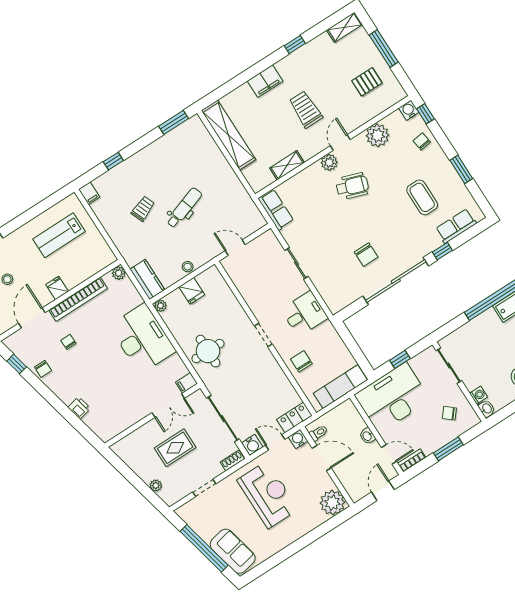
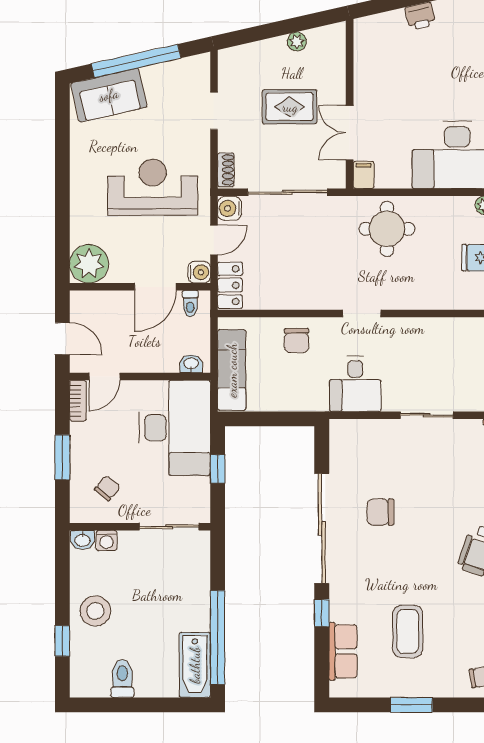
coffee table: (422, 197) -> (408, 631), turned 90
chair: (301, 361) -> (296, 341), turned 90
washbasin: (367, 436) -> (191, 364), moved
rug: (175, 448) -> (290, 107), turned 90
plant: (156, 485) -> (297, 42), moved
reception desk: (268, 495) -> (153, 187), turned 180

